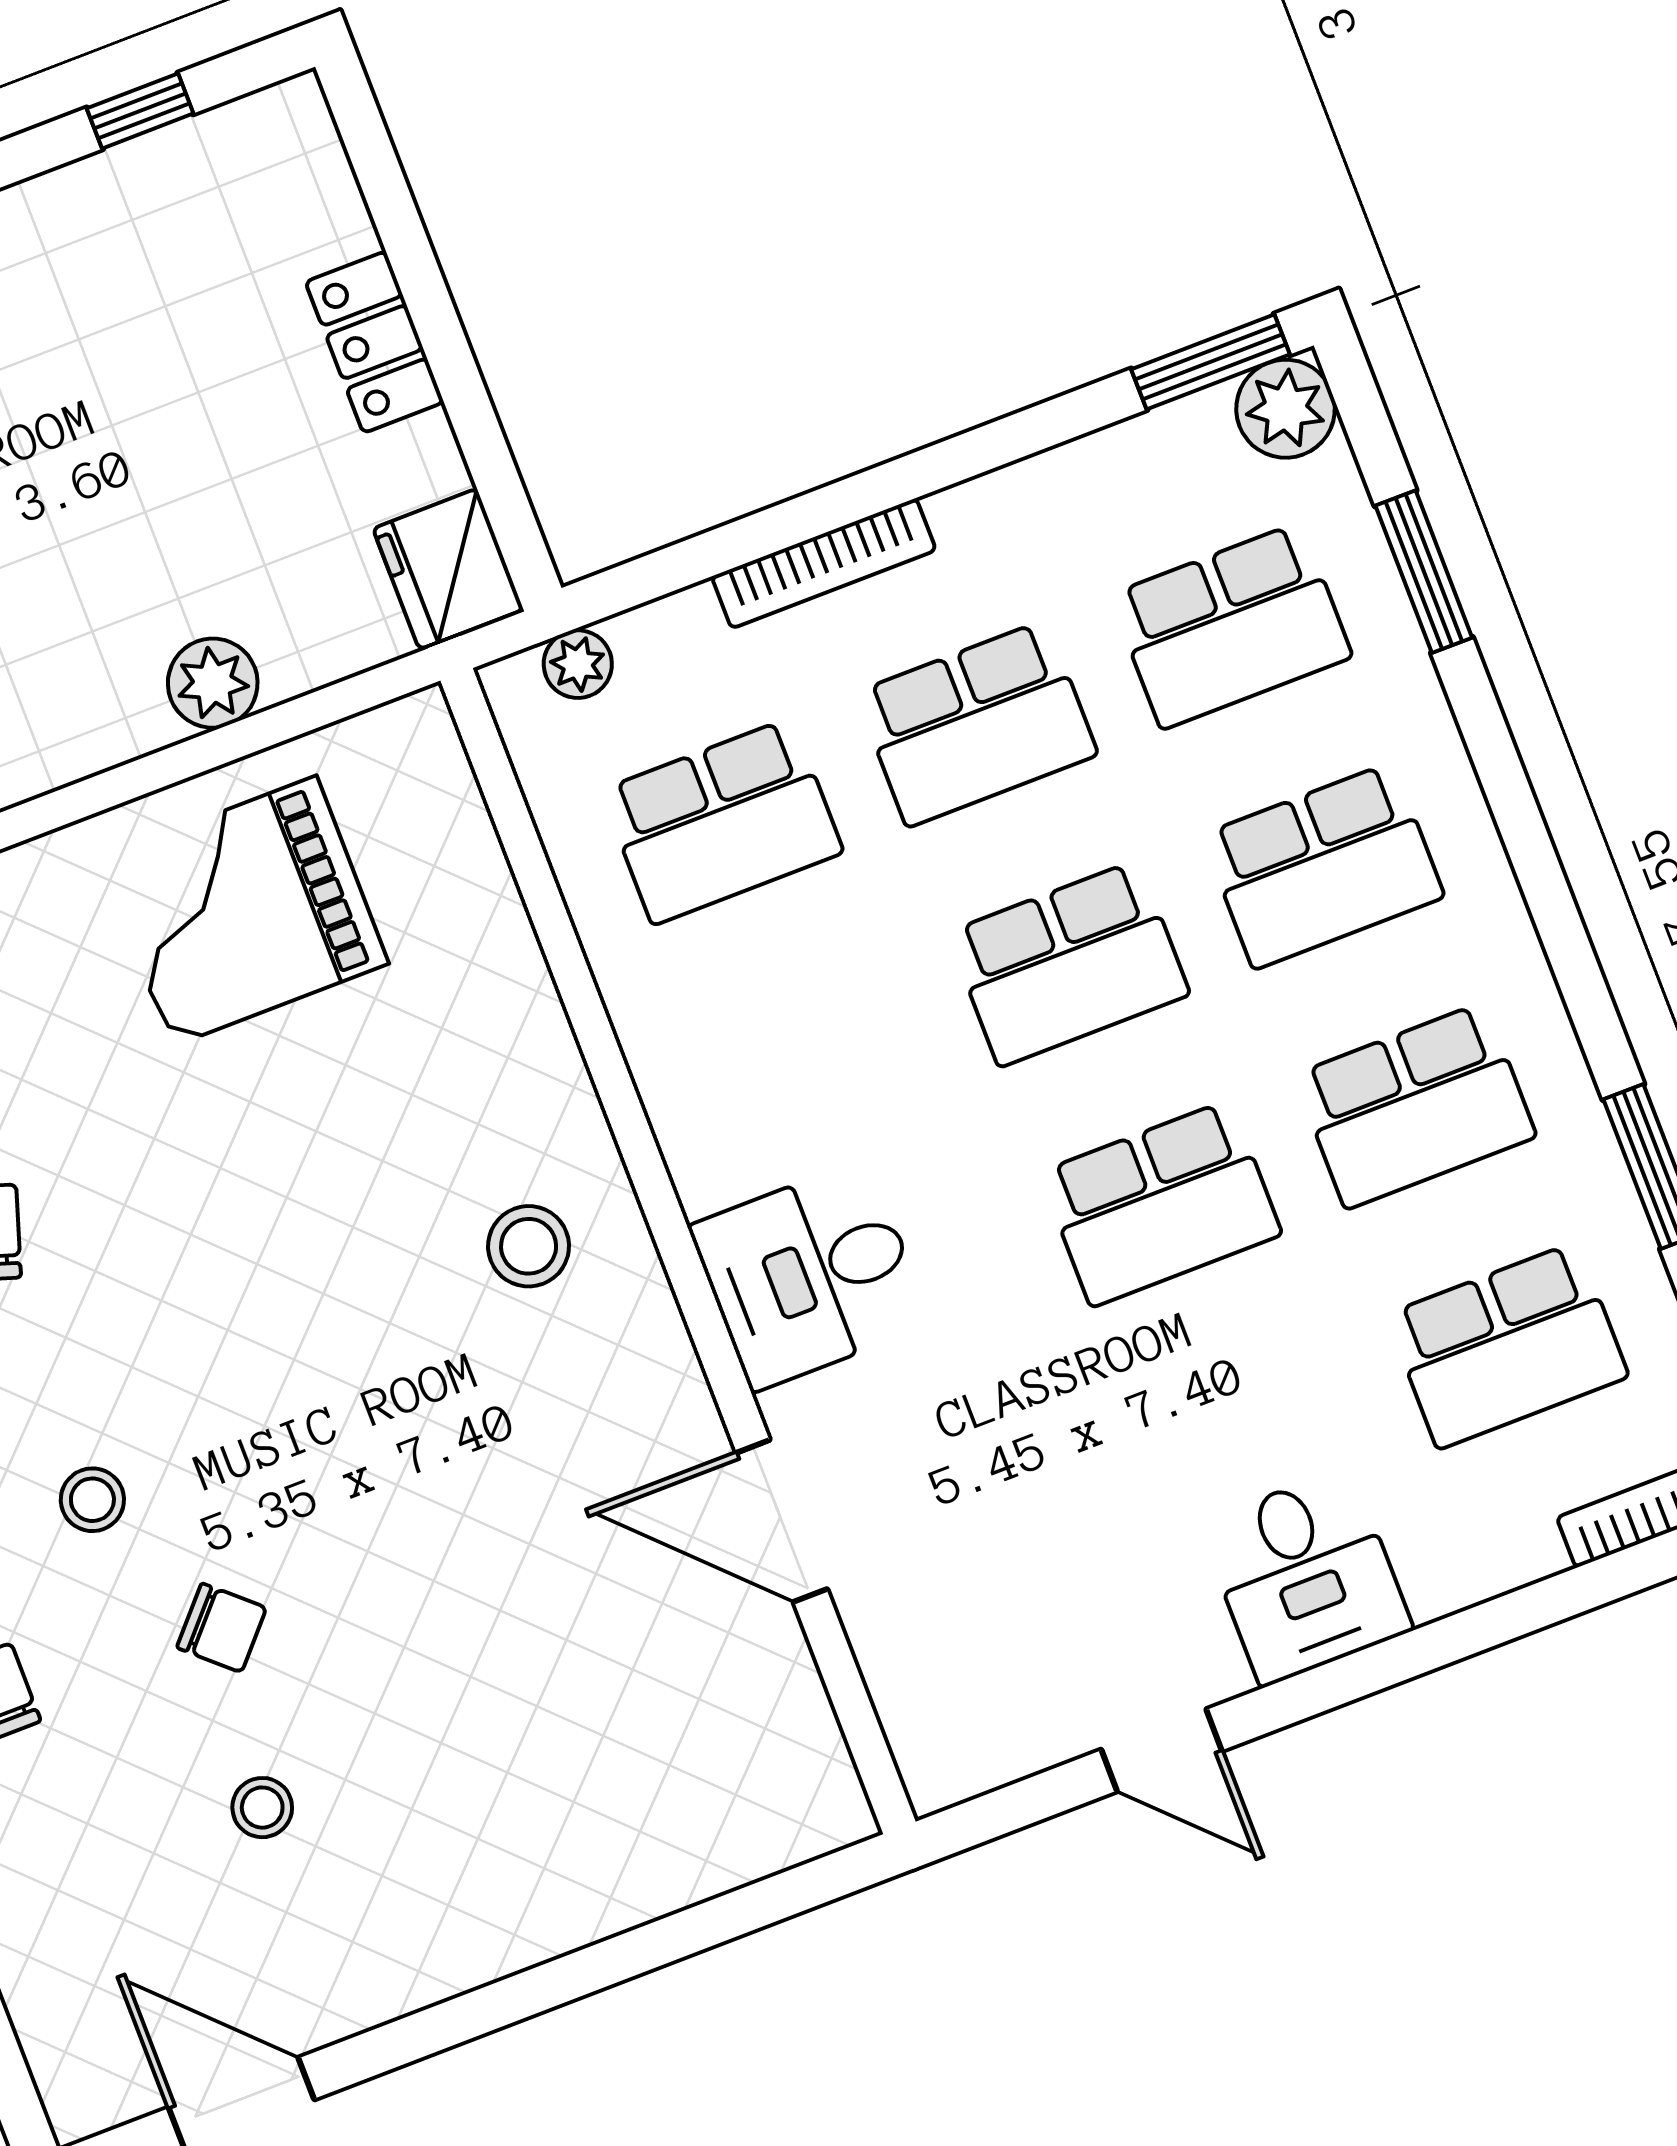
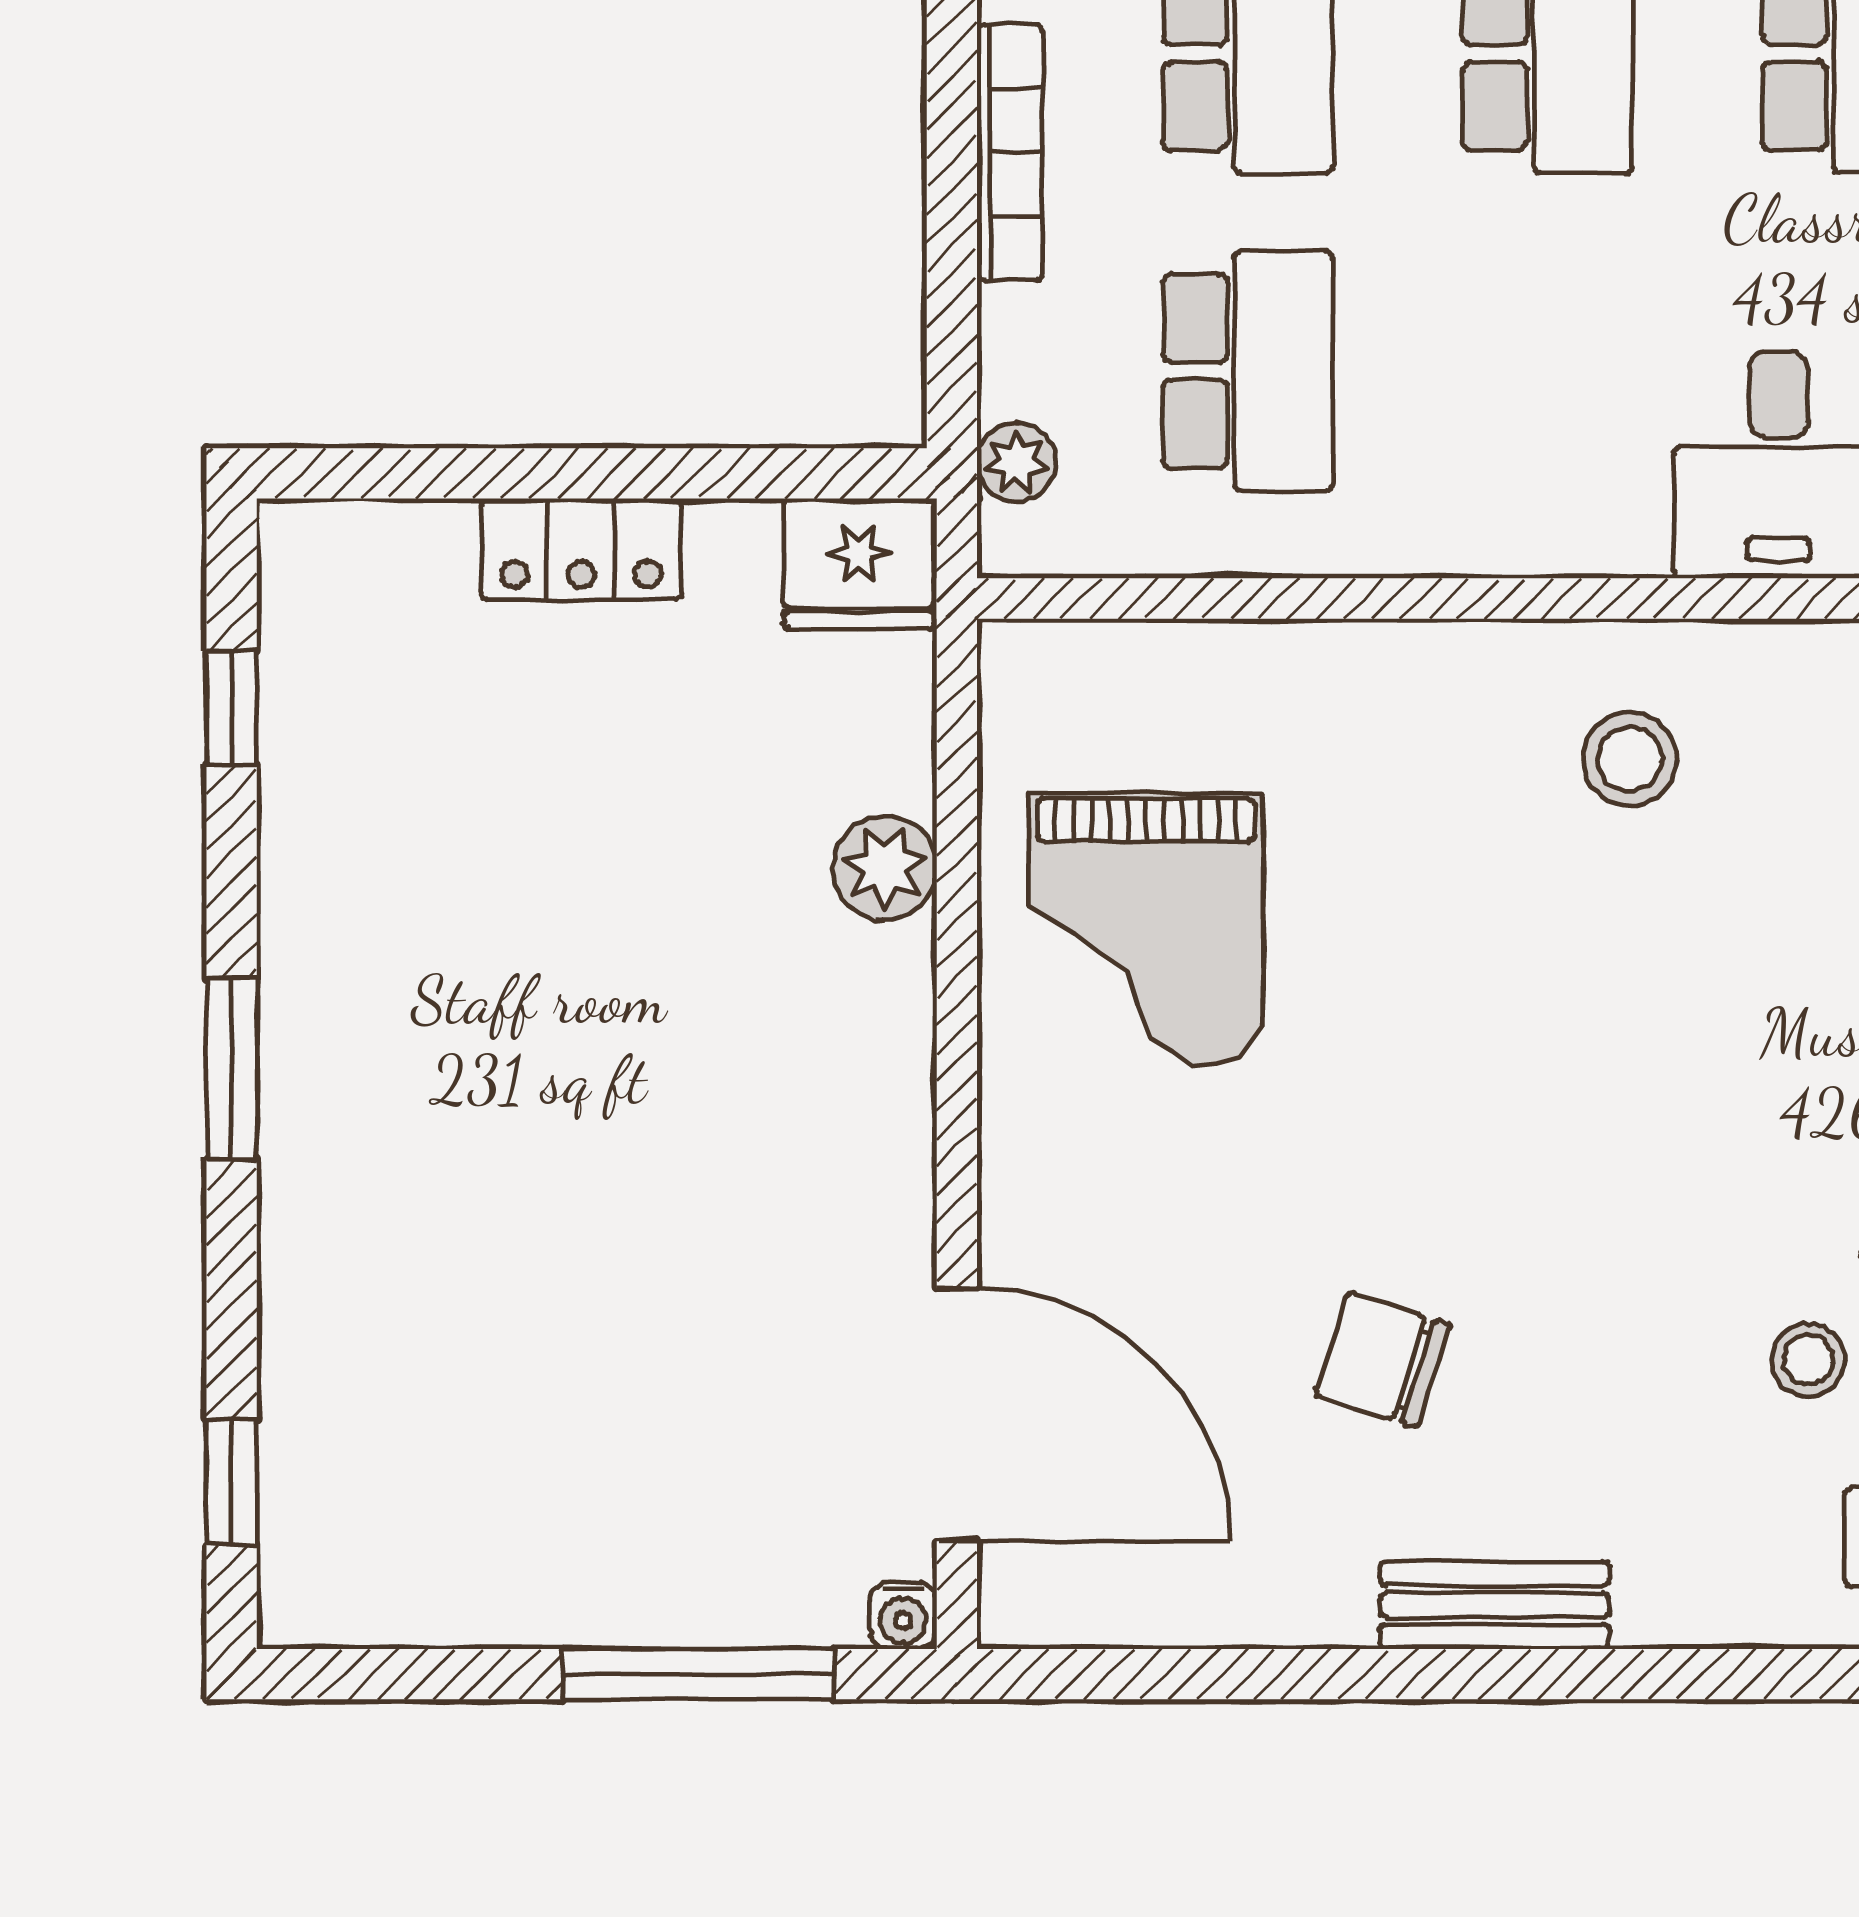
stool: (92, 1500) -> (1808, 1360), moved

